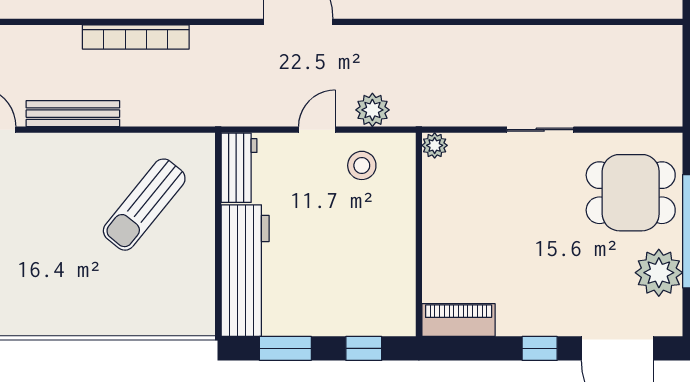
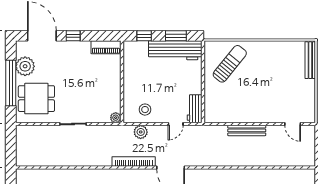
bookcase: (136, 37) -> (134, 161), moved
bench: (73, 114) -> (247, 130), moved
door: (317, 130) -> (176, 124), moved
sun lounger: (144, 205) -> (230, 64), moved
workbench: (245, 271) -> (175, 50), moved, turned -90

